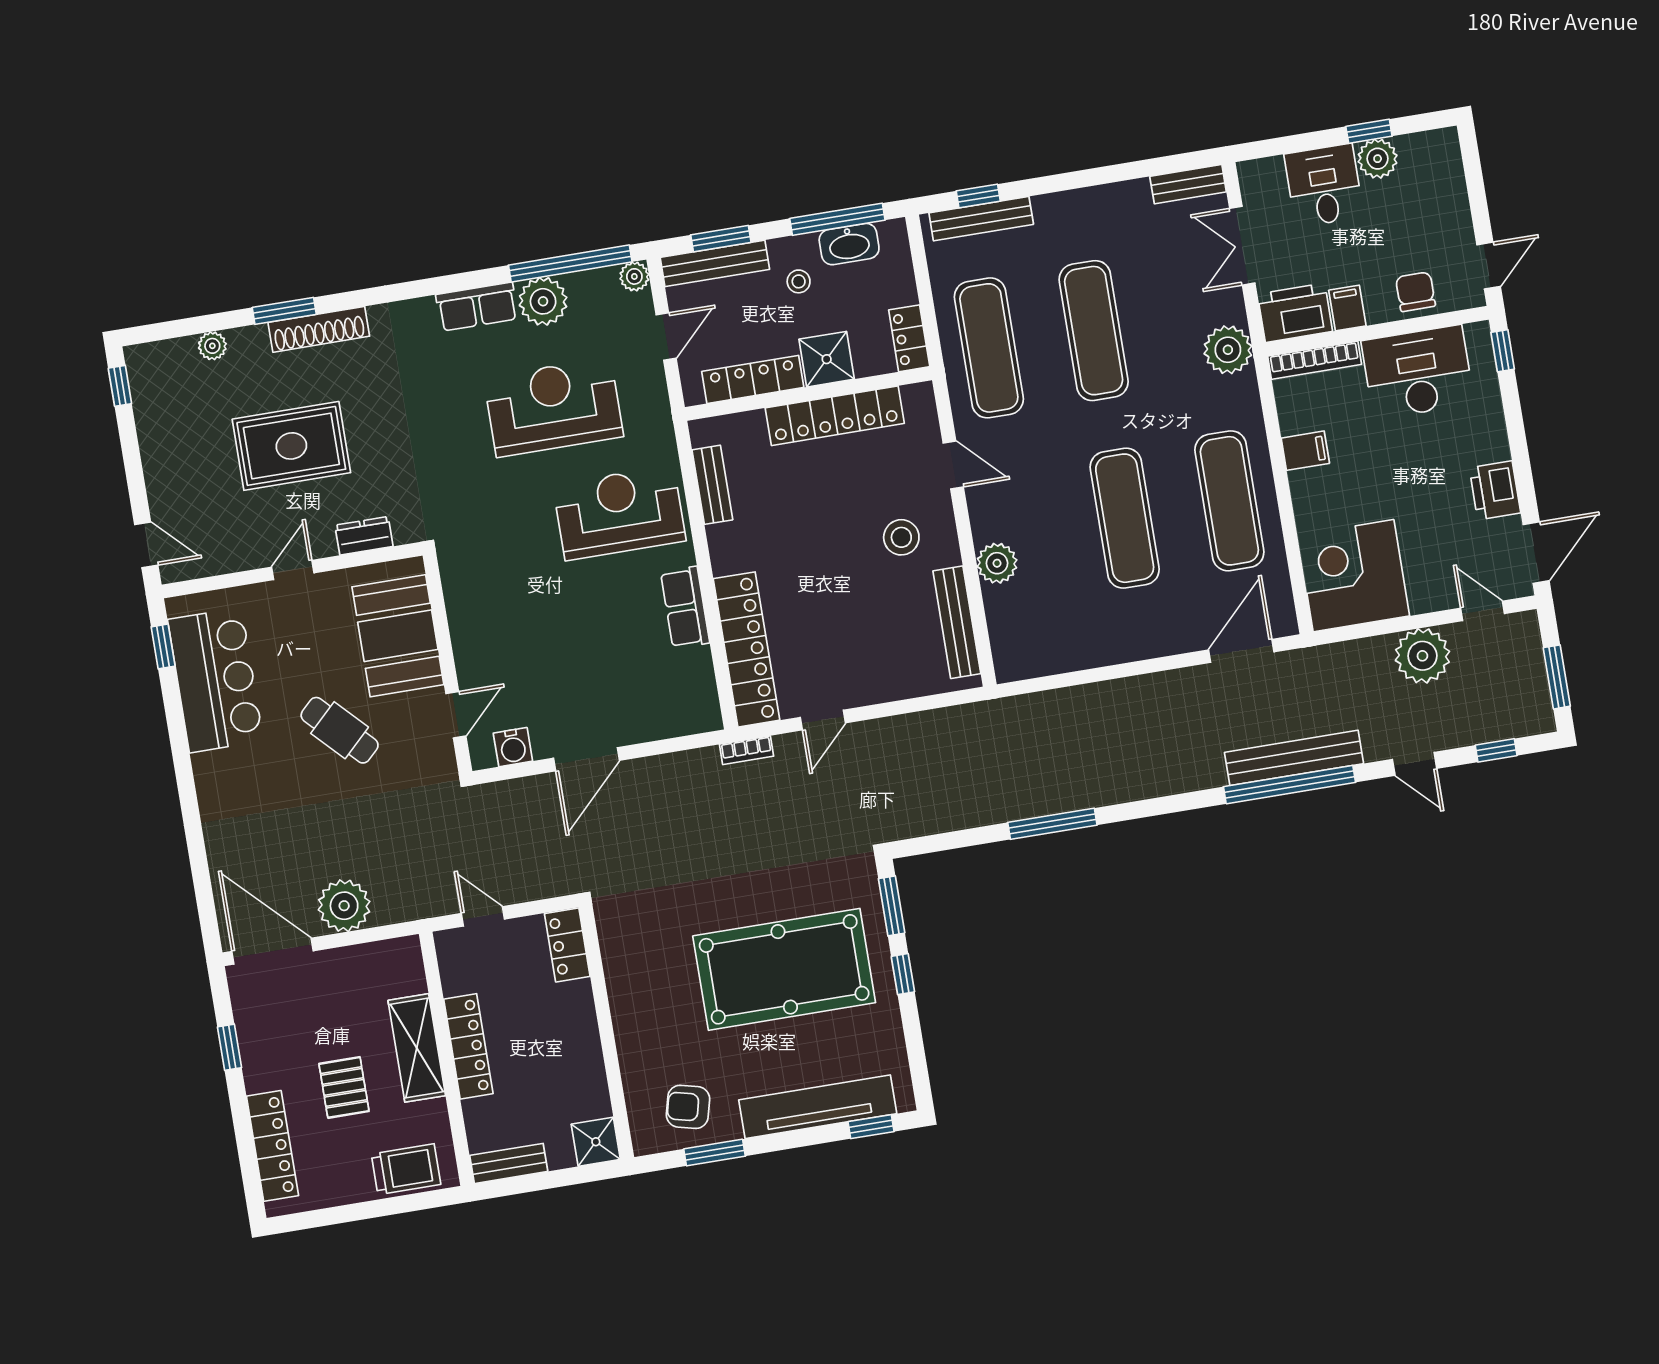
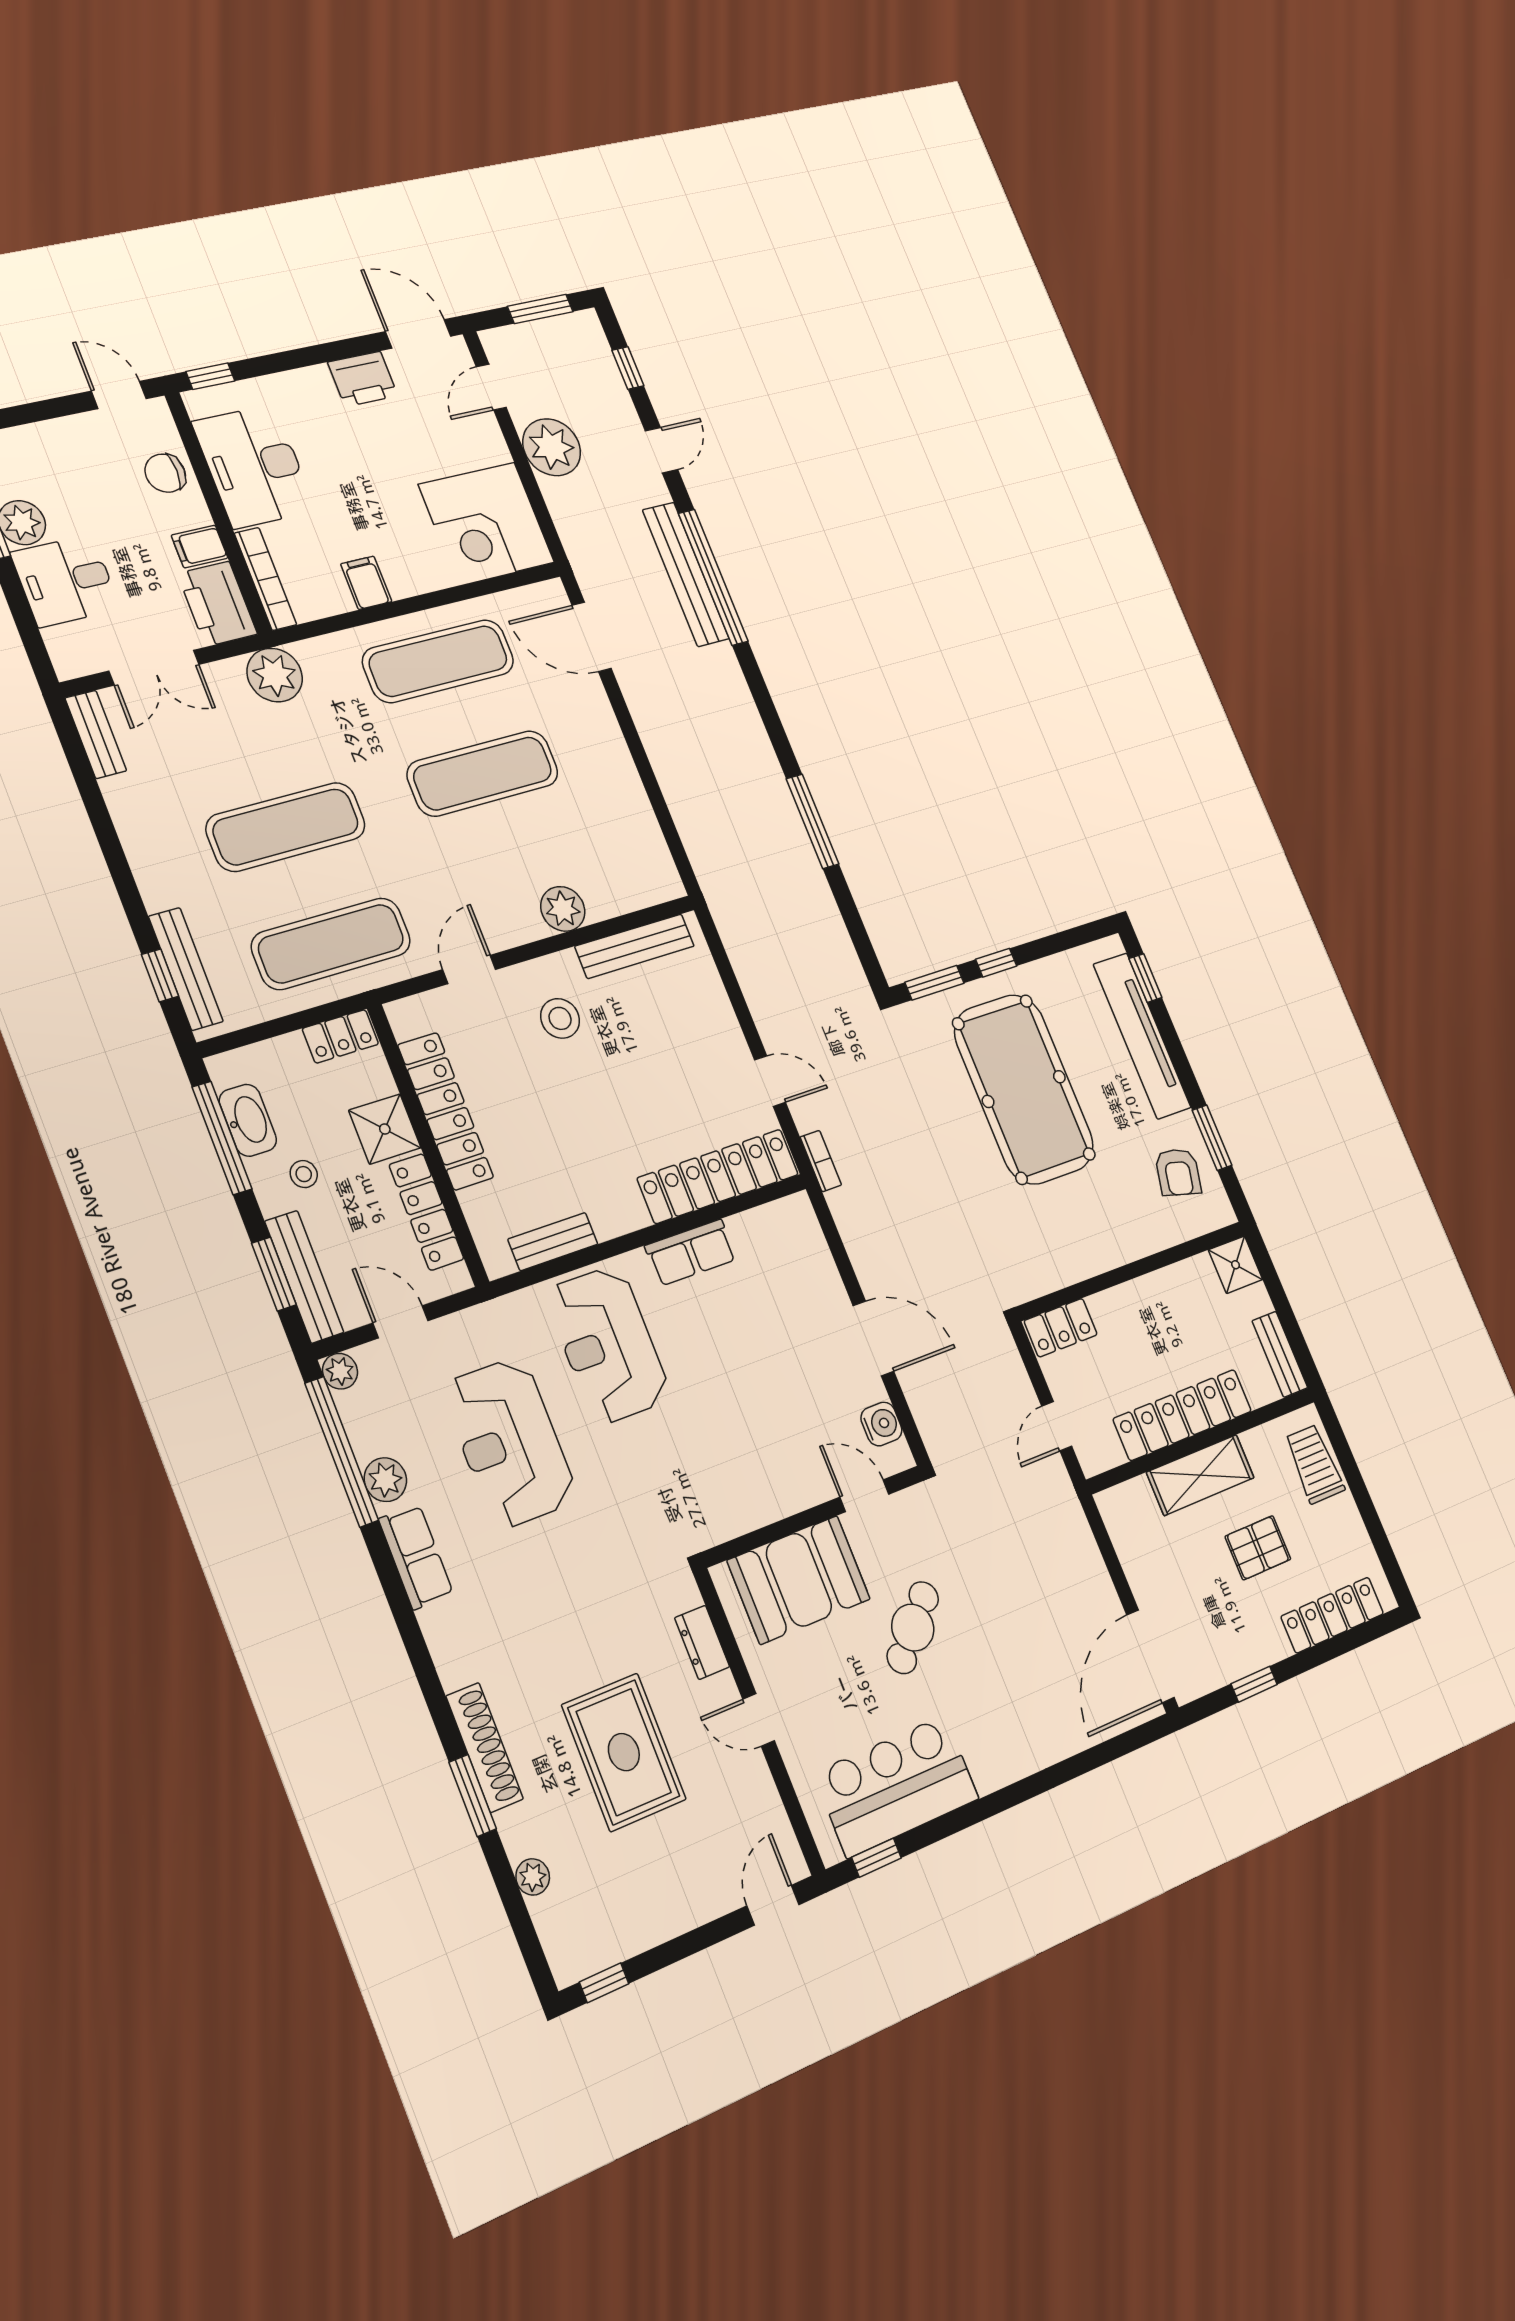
plant: (543, 301) -> (385, 1480), width x0.73, depth x0.73
plant: (344, 906) -> (1086, 1585), removed
locker: (468, 1046) -> (1183, 1415), width x1.41, depth x1.21

